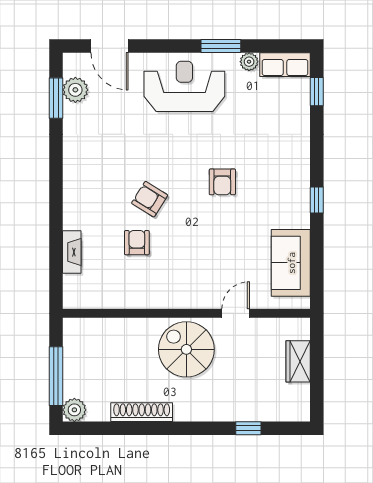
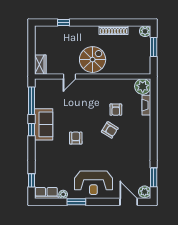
plant: (75, 90) -> (145, 192), moved
window: (317, 262) -> (31, 101), added
sofa: (291, 263) -> (44, 124), moved
plant: (80, 292) -> (143, 86), added
spiral stairs: (186, 349) -> (93, 60), turned -90
wardrobe: (298, 361) -> (40, 65), moved
window: (56, 376) -> (154, 47), width x0.69

